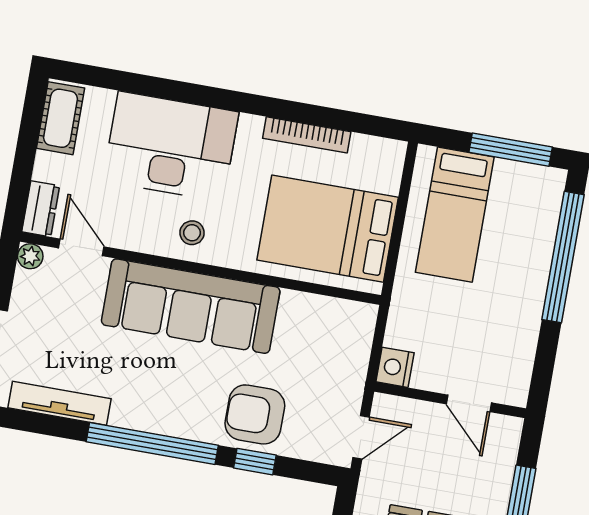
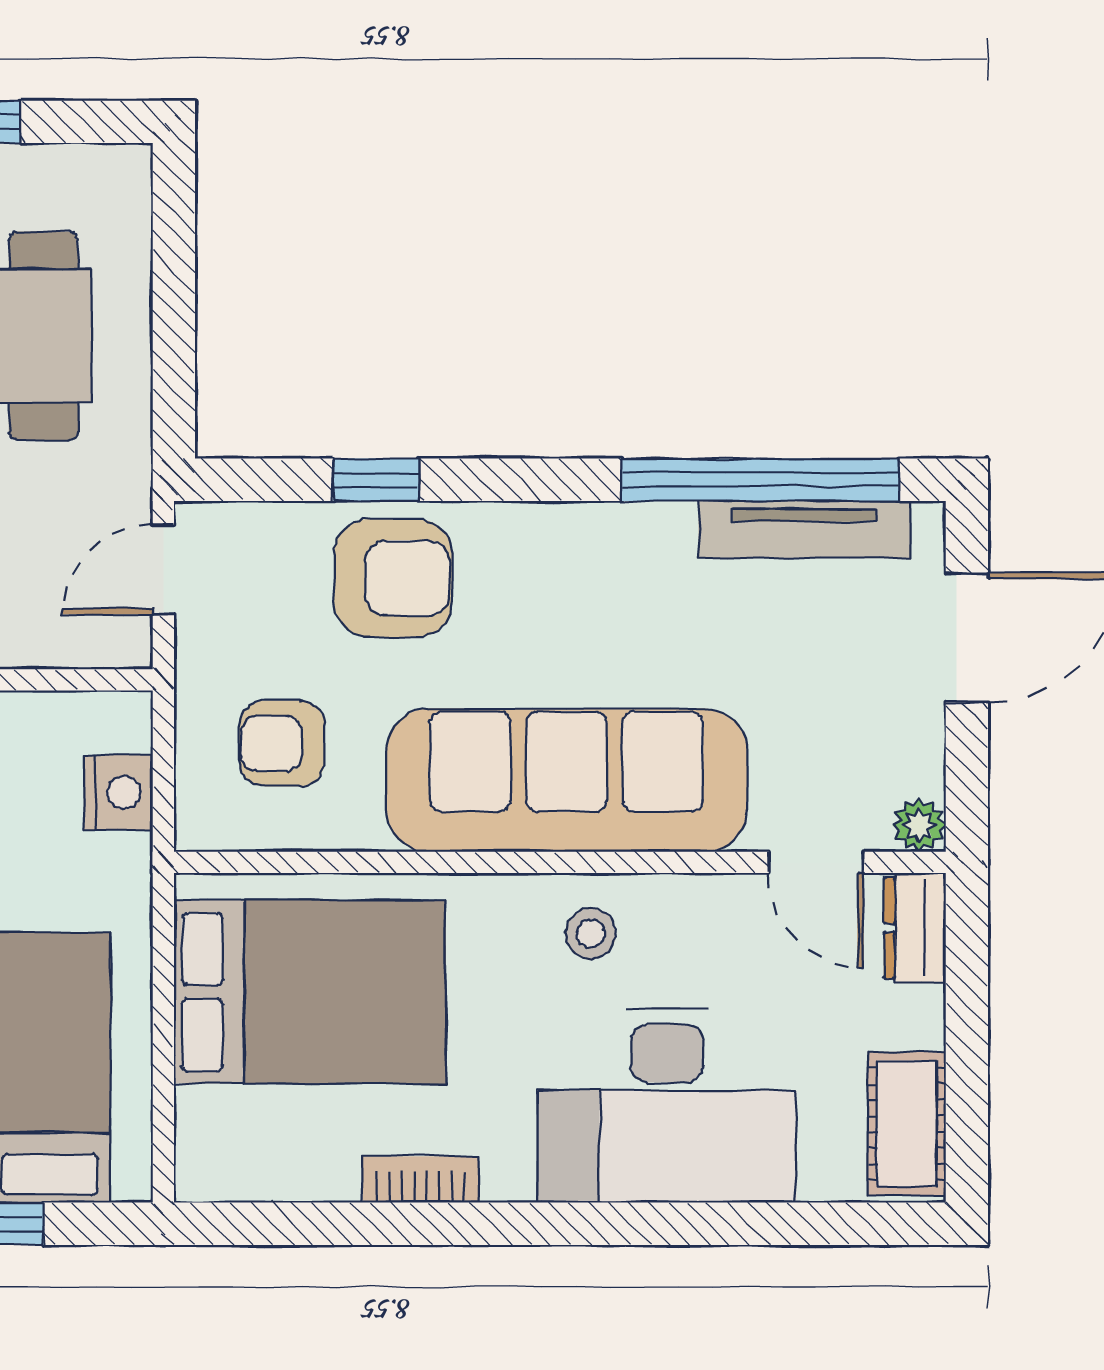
bookcase: (307, 135) -> (420, 1179), width x0.64
armchair: (320, 347) -> (282, 743), added
nightstand: (395, 367) -> (118, 792), moved
window: (152, 443) -> (760, 480), moved

